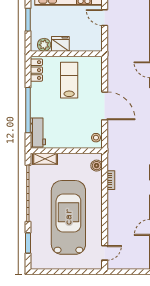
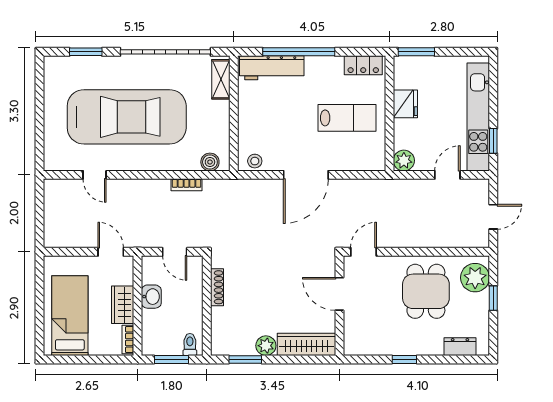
window: (28, 20) -> (416, 52), moved
plant: (44, 45) -> (404, 161), moved
workbench: (38, 133) -> (272, 68), width x1.38
door: (105, 253) -> (95, 175), moved

